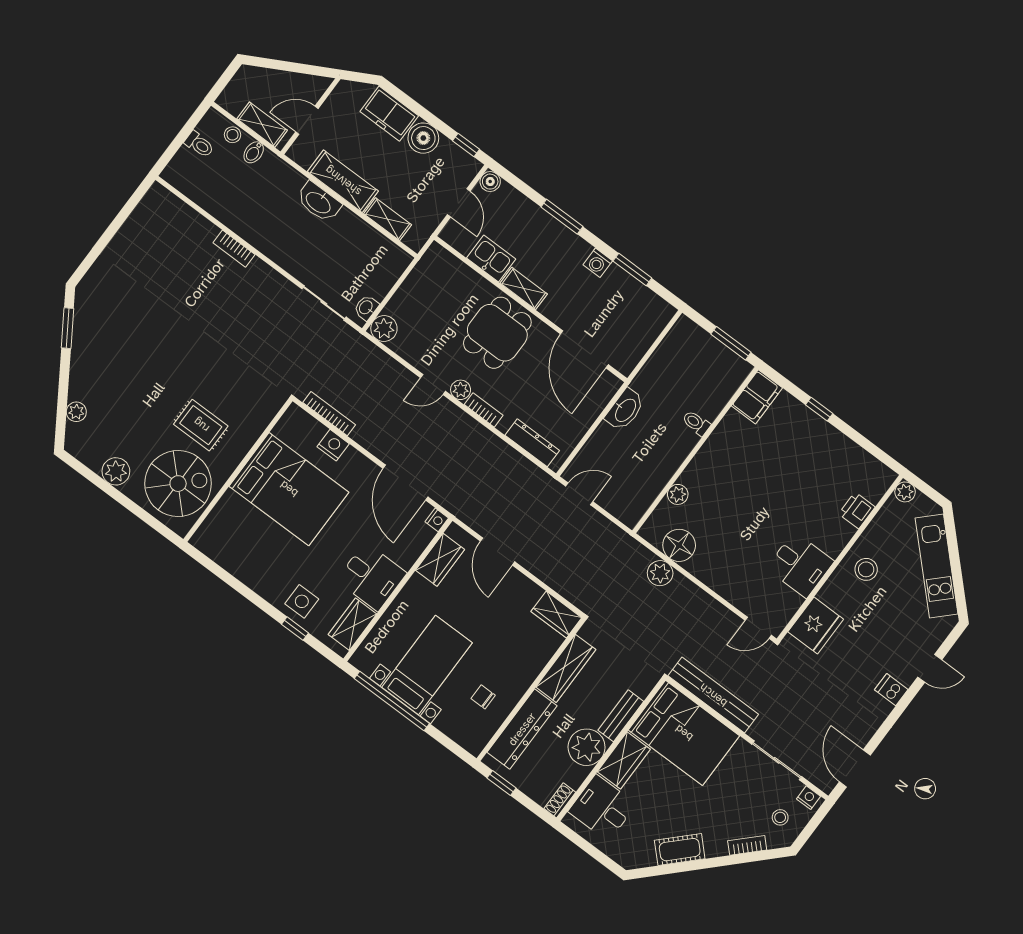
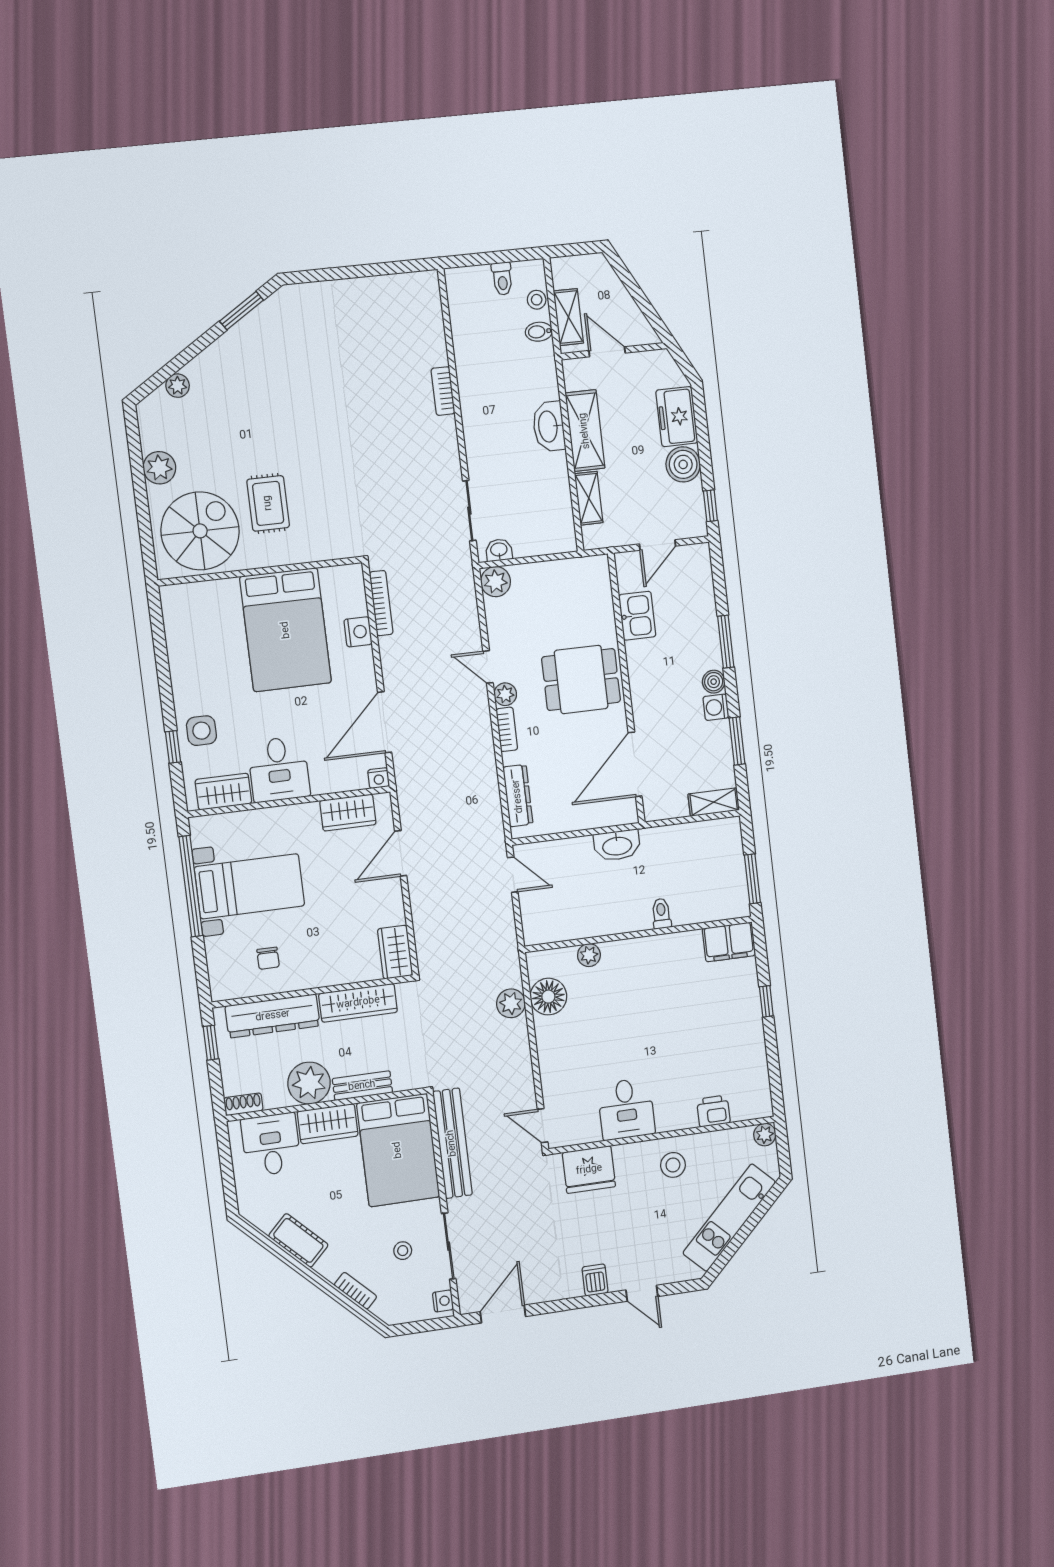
boiler: (490, 182) -> (714, 682), moved
shelving: (524, 288) -> (714, 802), moved, turned 90
spiral stairs: (178, 484) -> (200, 531), turned -90
chair: (483, 697) -> (268, 958), turned 180
stool: (780, 817) -> (403, 1251), moved

